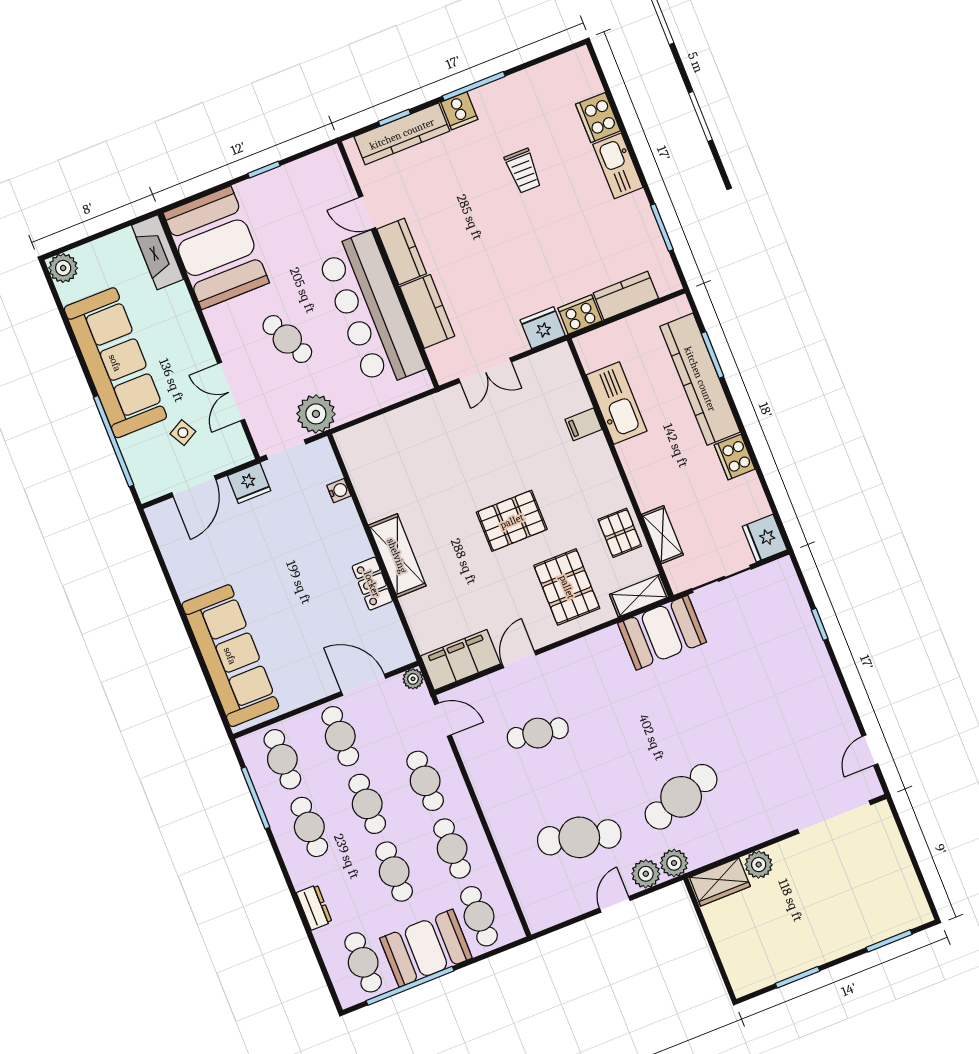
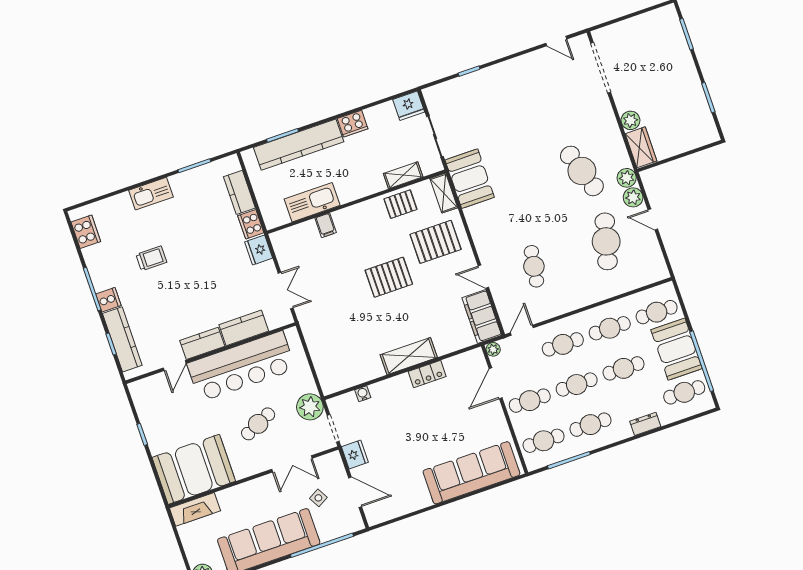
cooker: (598, 118) -> (86, 232), moved, turned -90
pallet: (512, 521) -> (389, 277), turned 90

